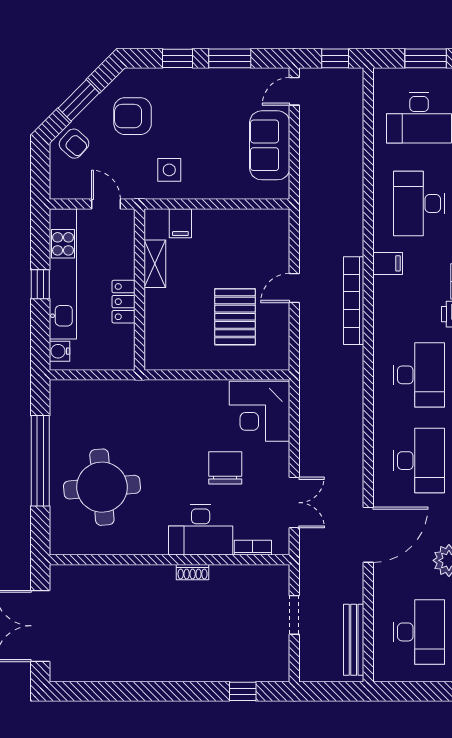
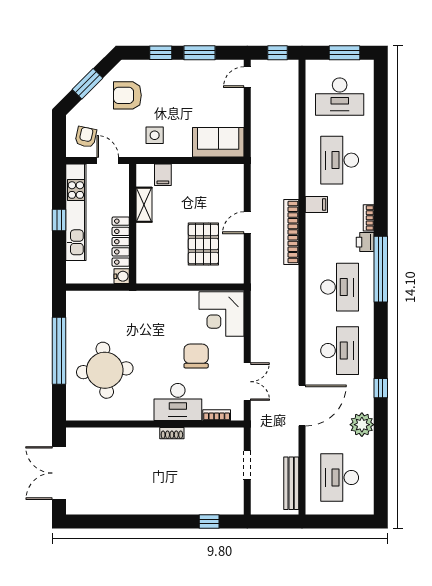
armchair: (74, 144) -> (86, 137), moved, turned -120
sofa: (270, 145) -> (218, 142), moved, turned 90
locker: (123, 302) -> (121, 242), width x1.53
water cooler: (60, 351) -> (122, 276), moved, turned 180
desk: (419, 632) -> (340, 478), turned 180

